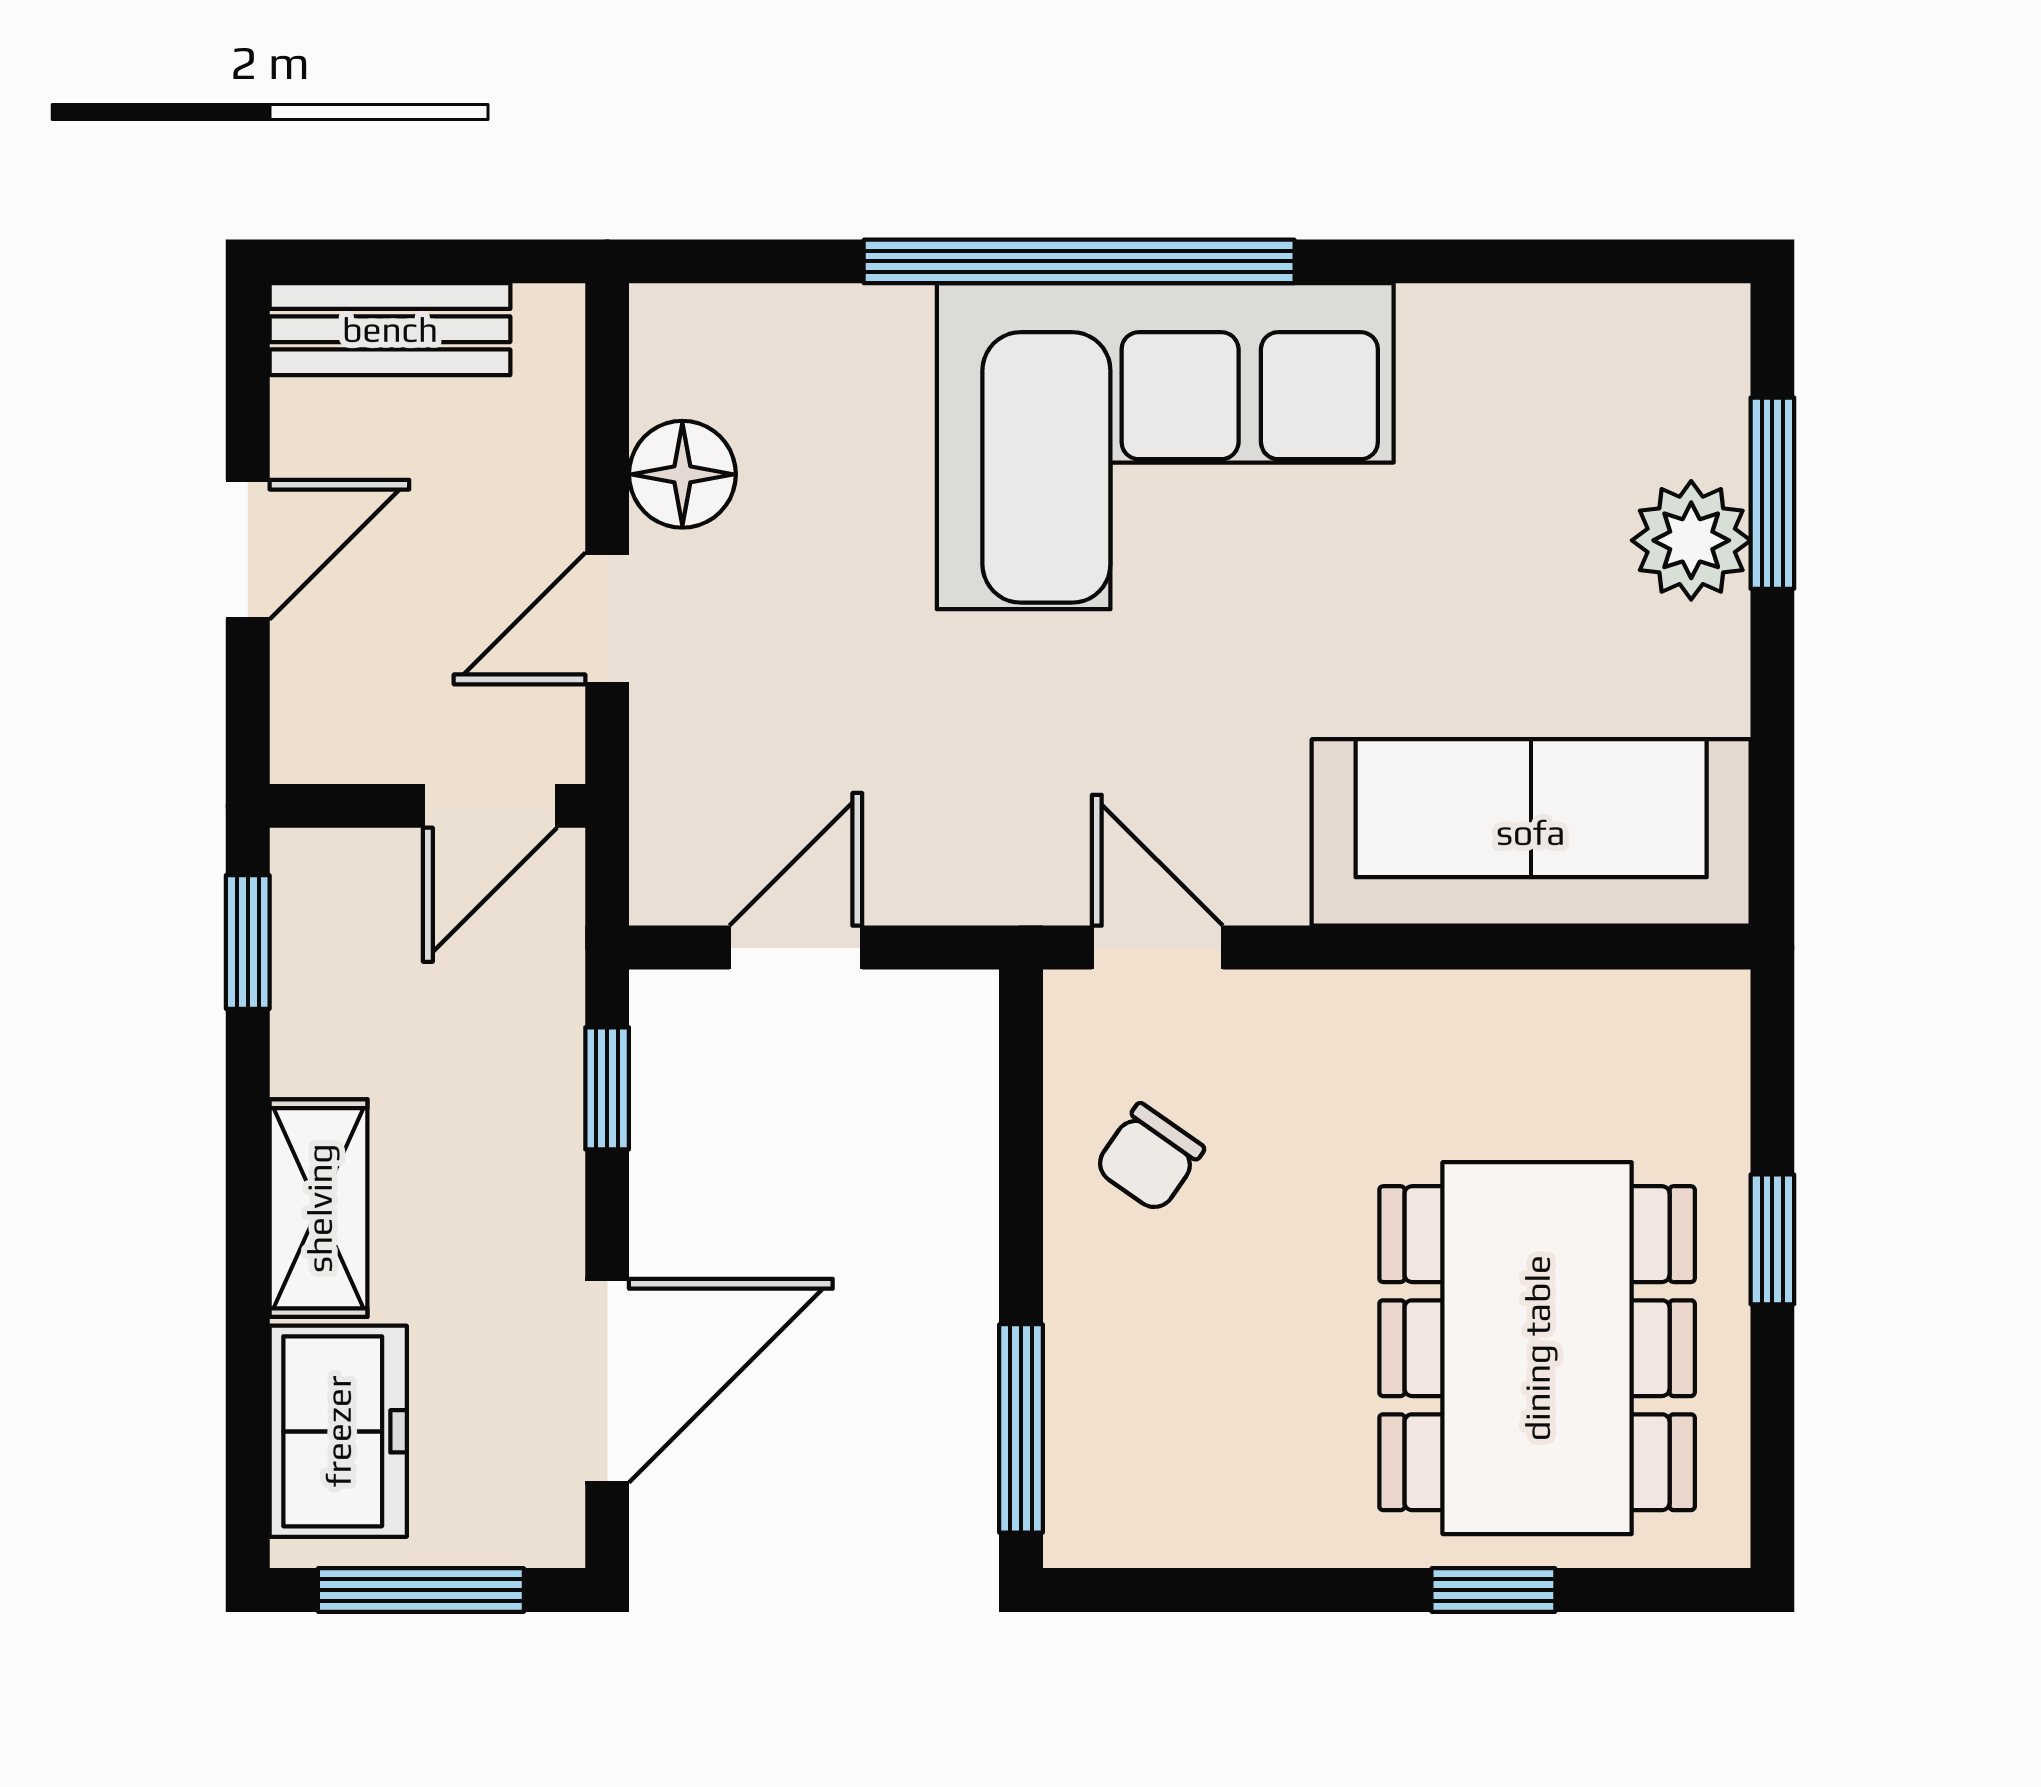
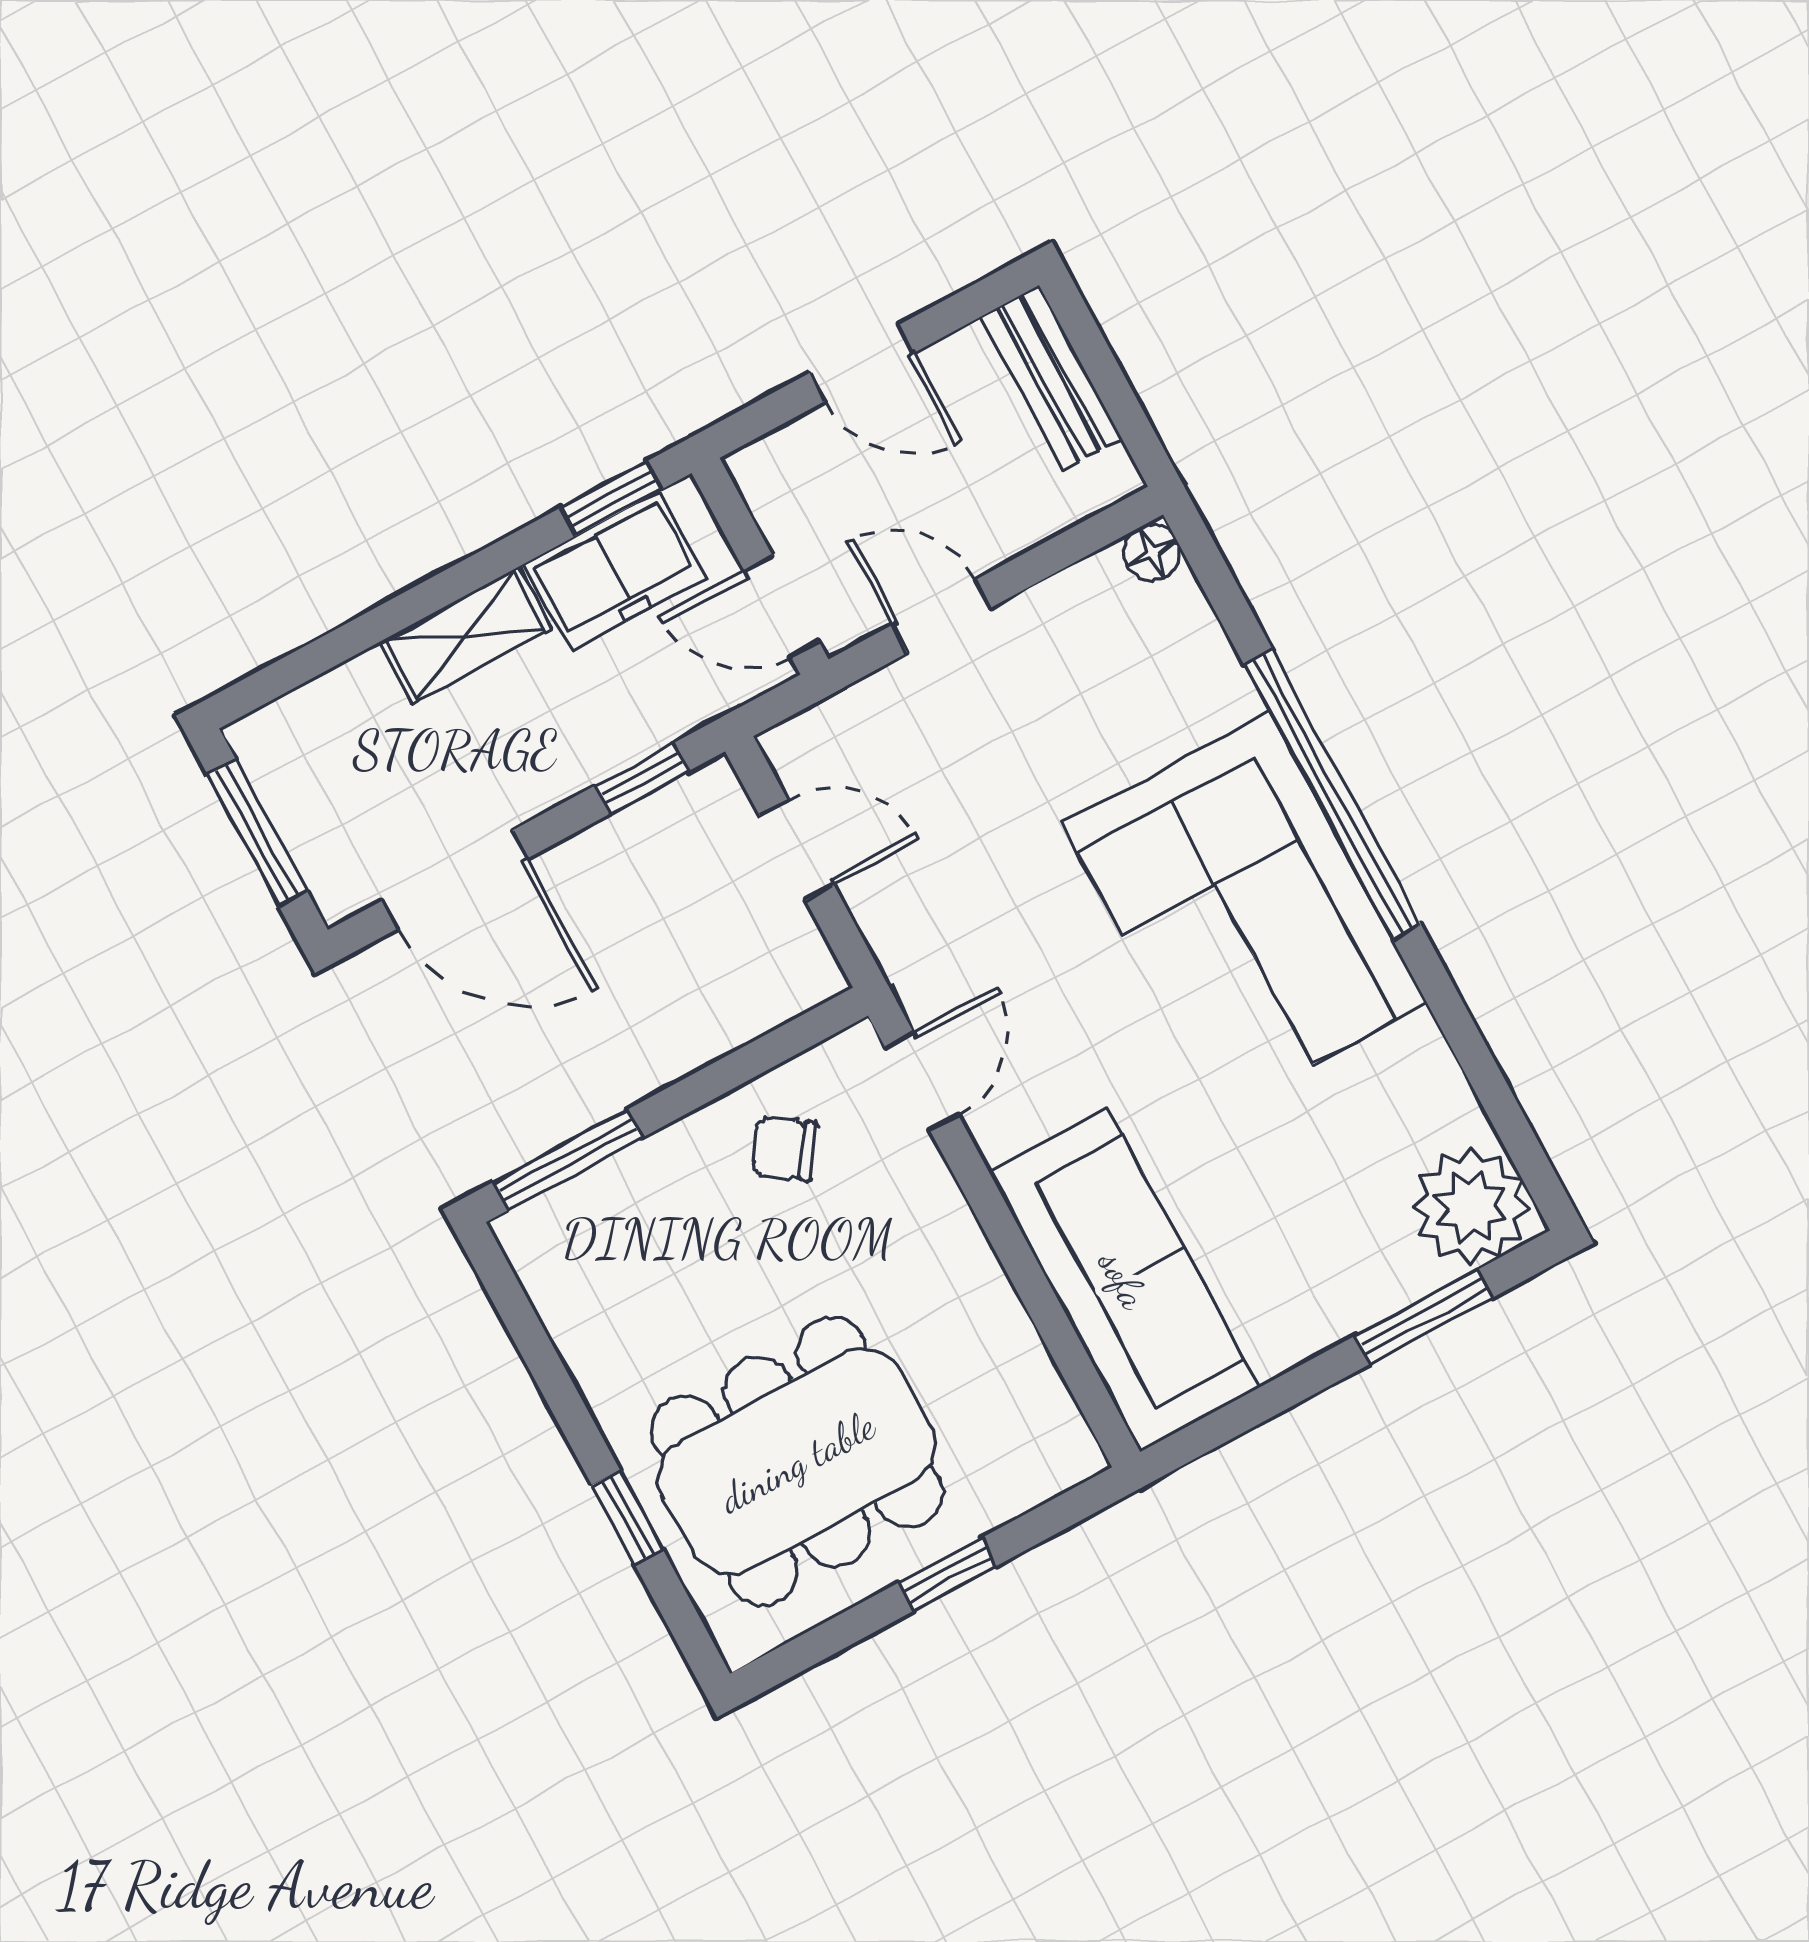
floor lamp: (682, 474) -> (1152, 553), moved, width x0.73, depth x0.73
plant: (1691, 540) -> (1471, 1207), moved, width x1.36, depth x1.36
freezer: (338, 1431) -> (615, 571), moved

